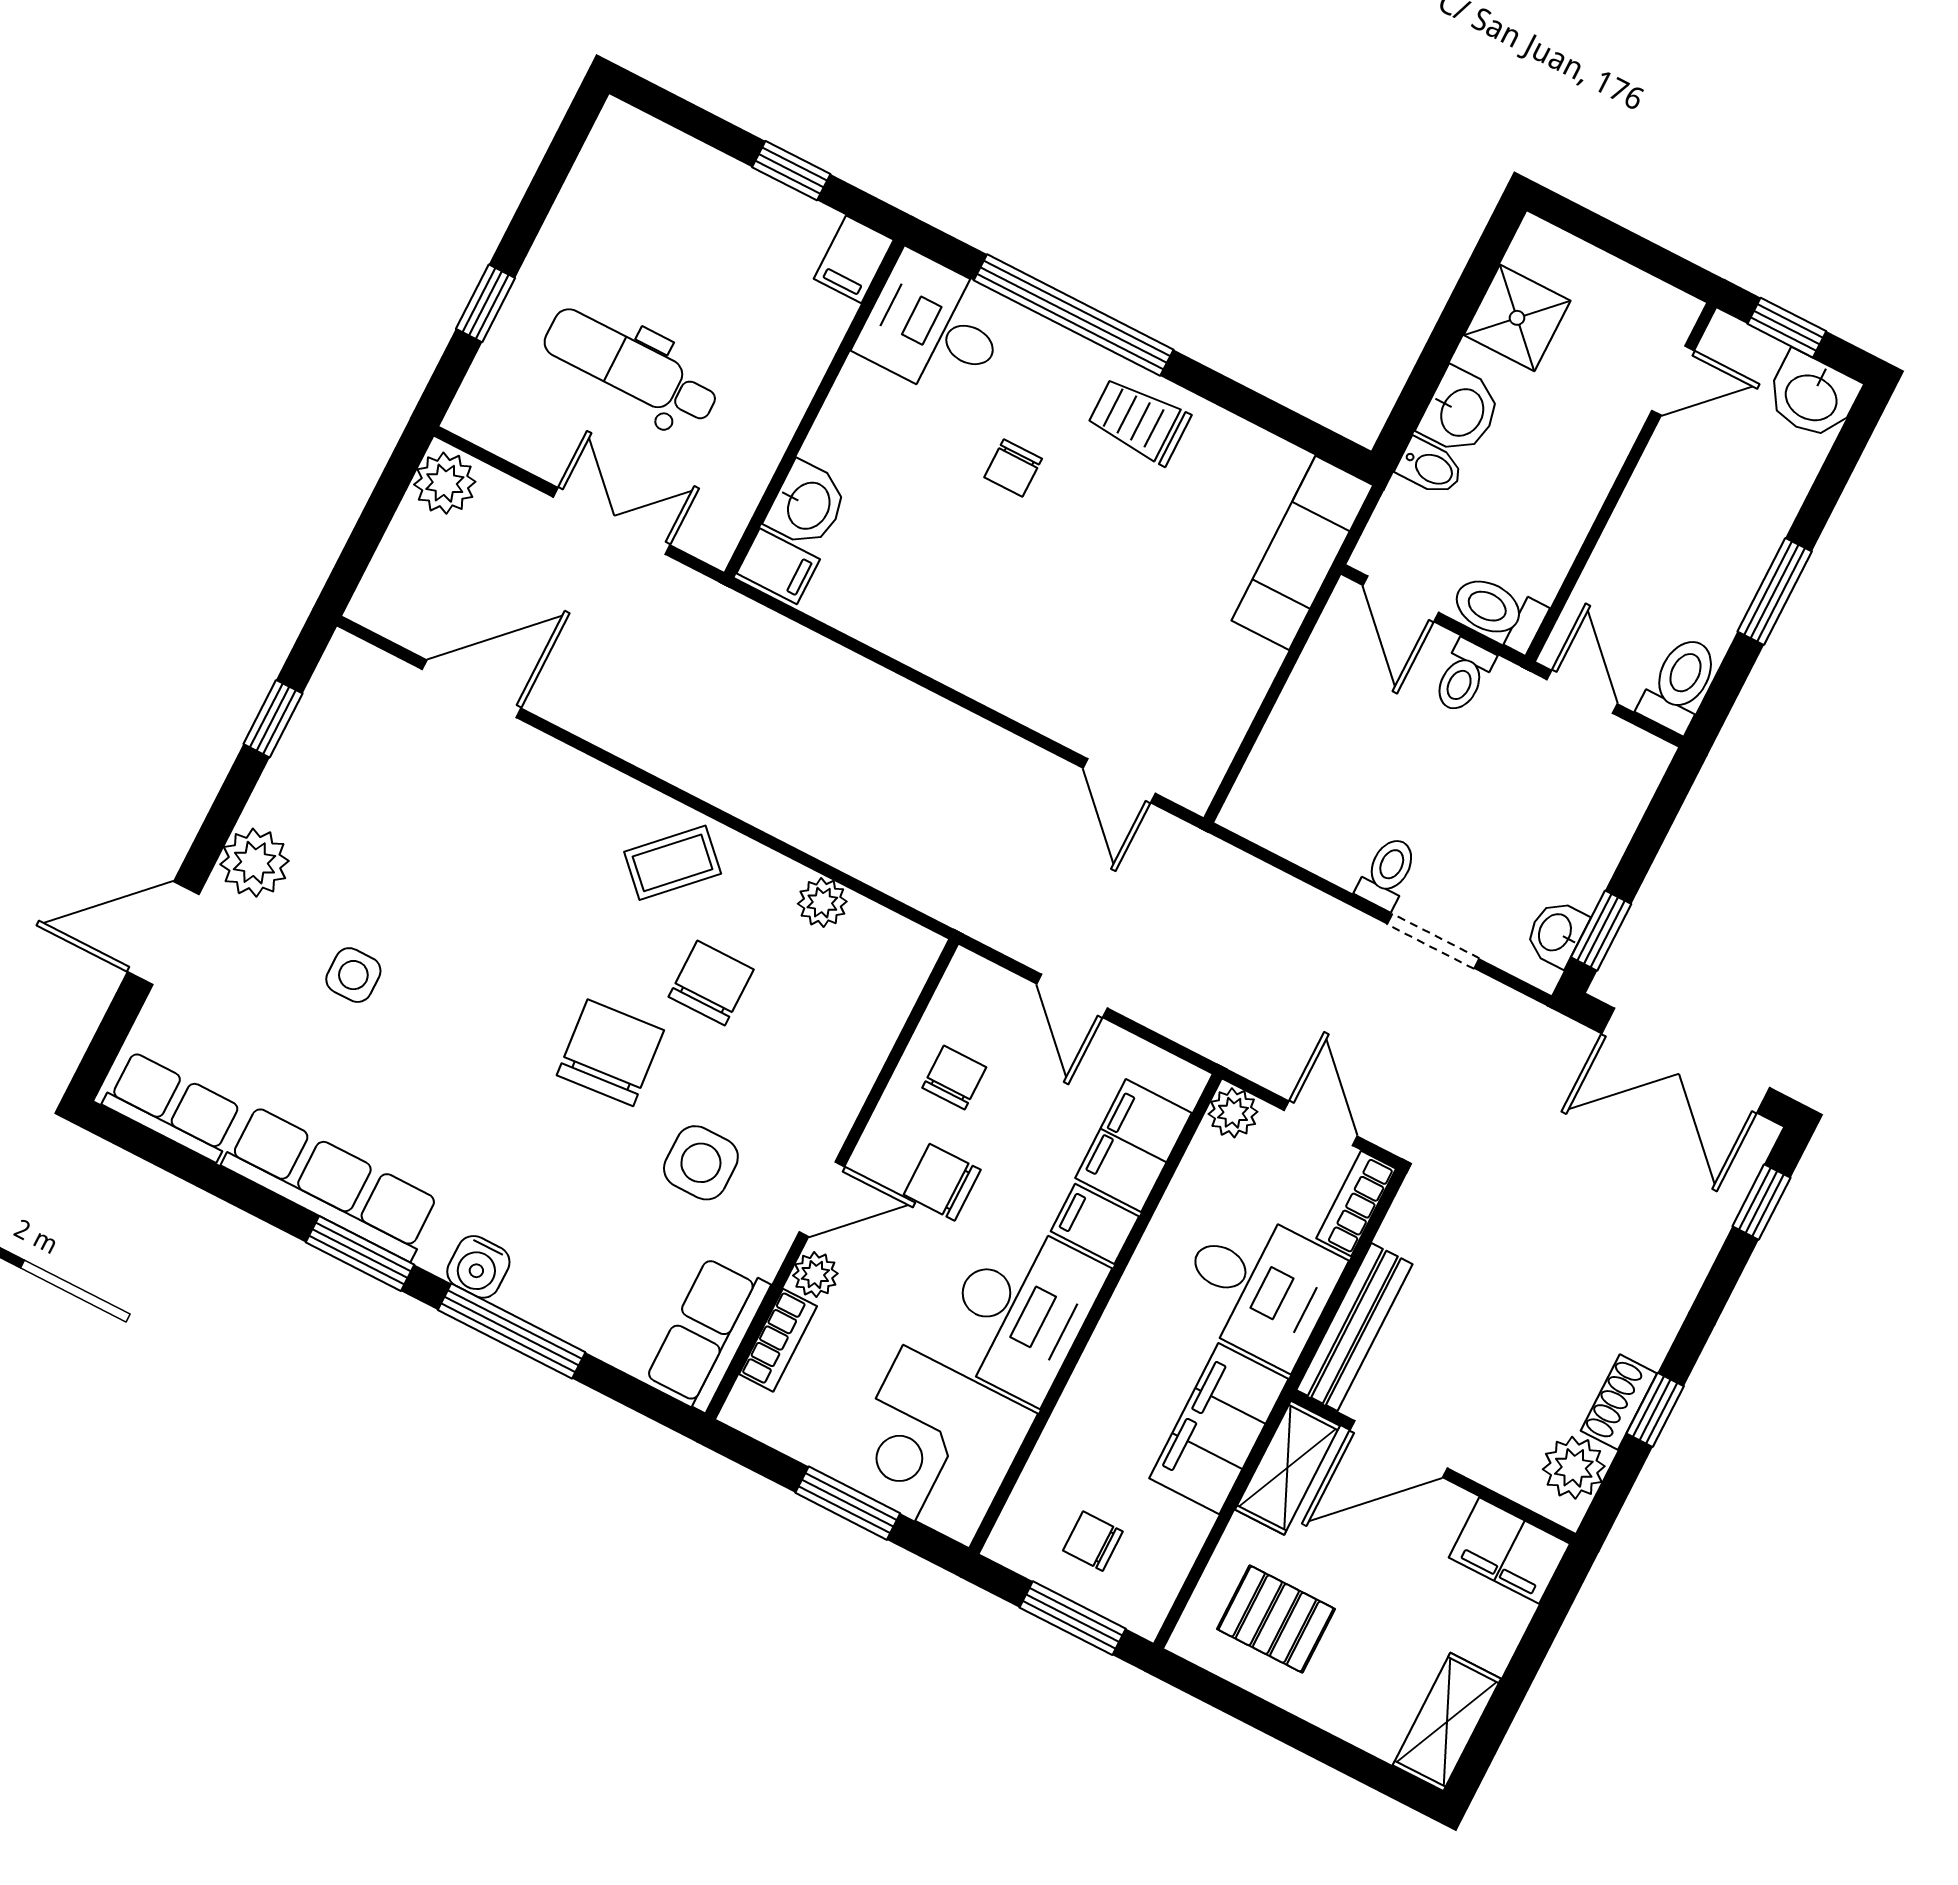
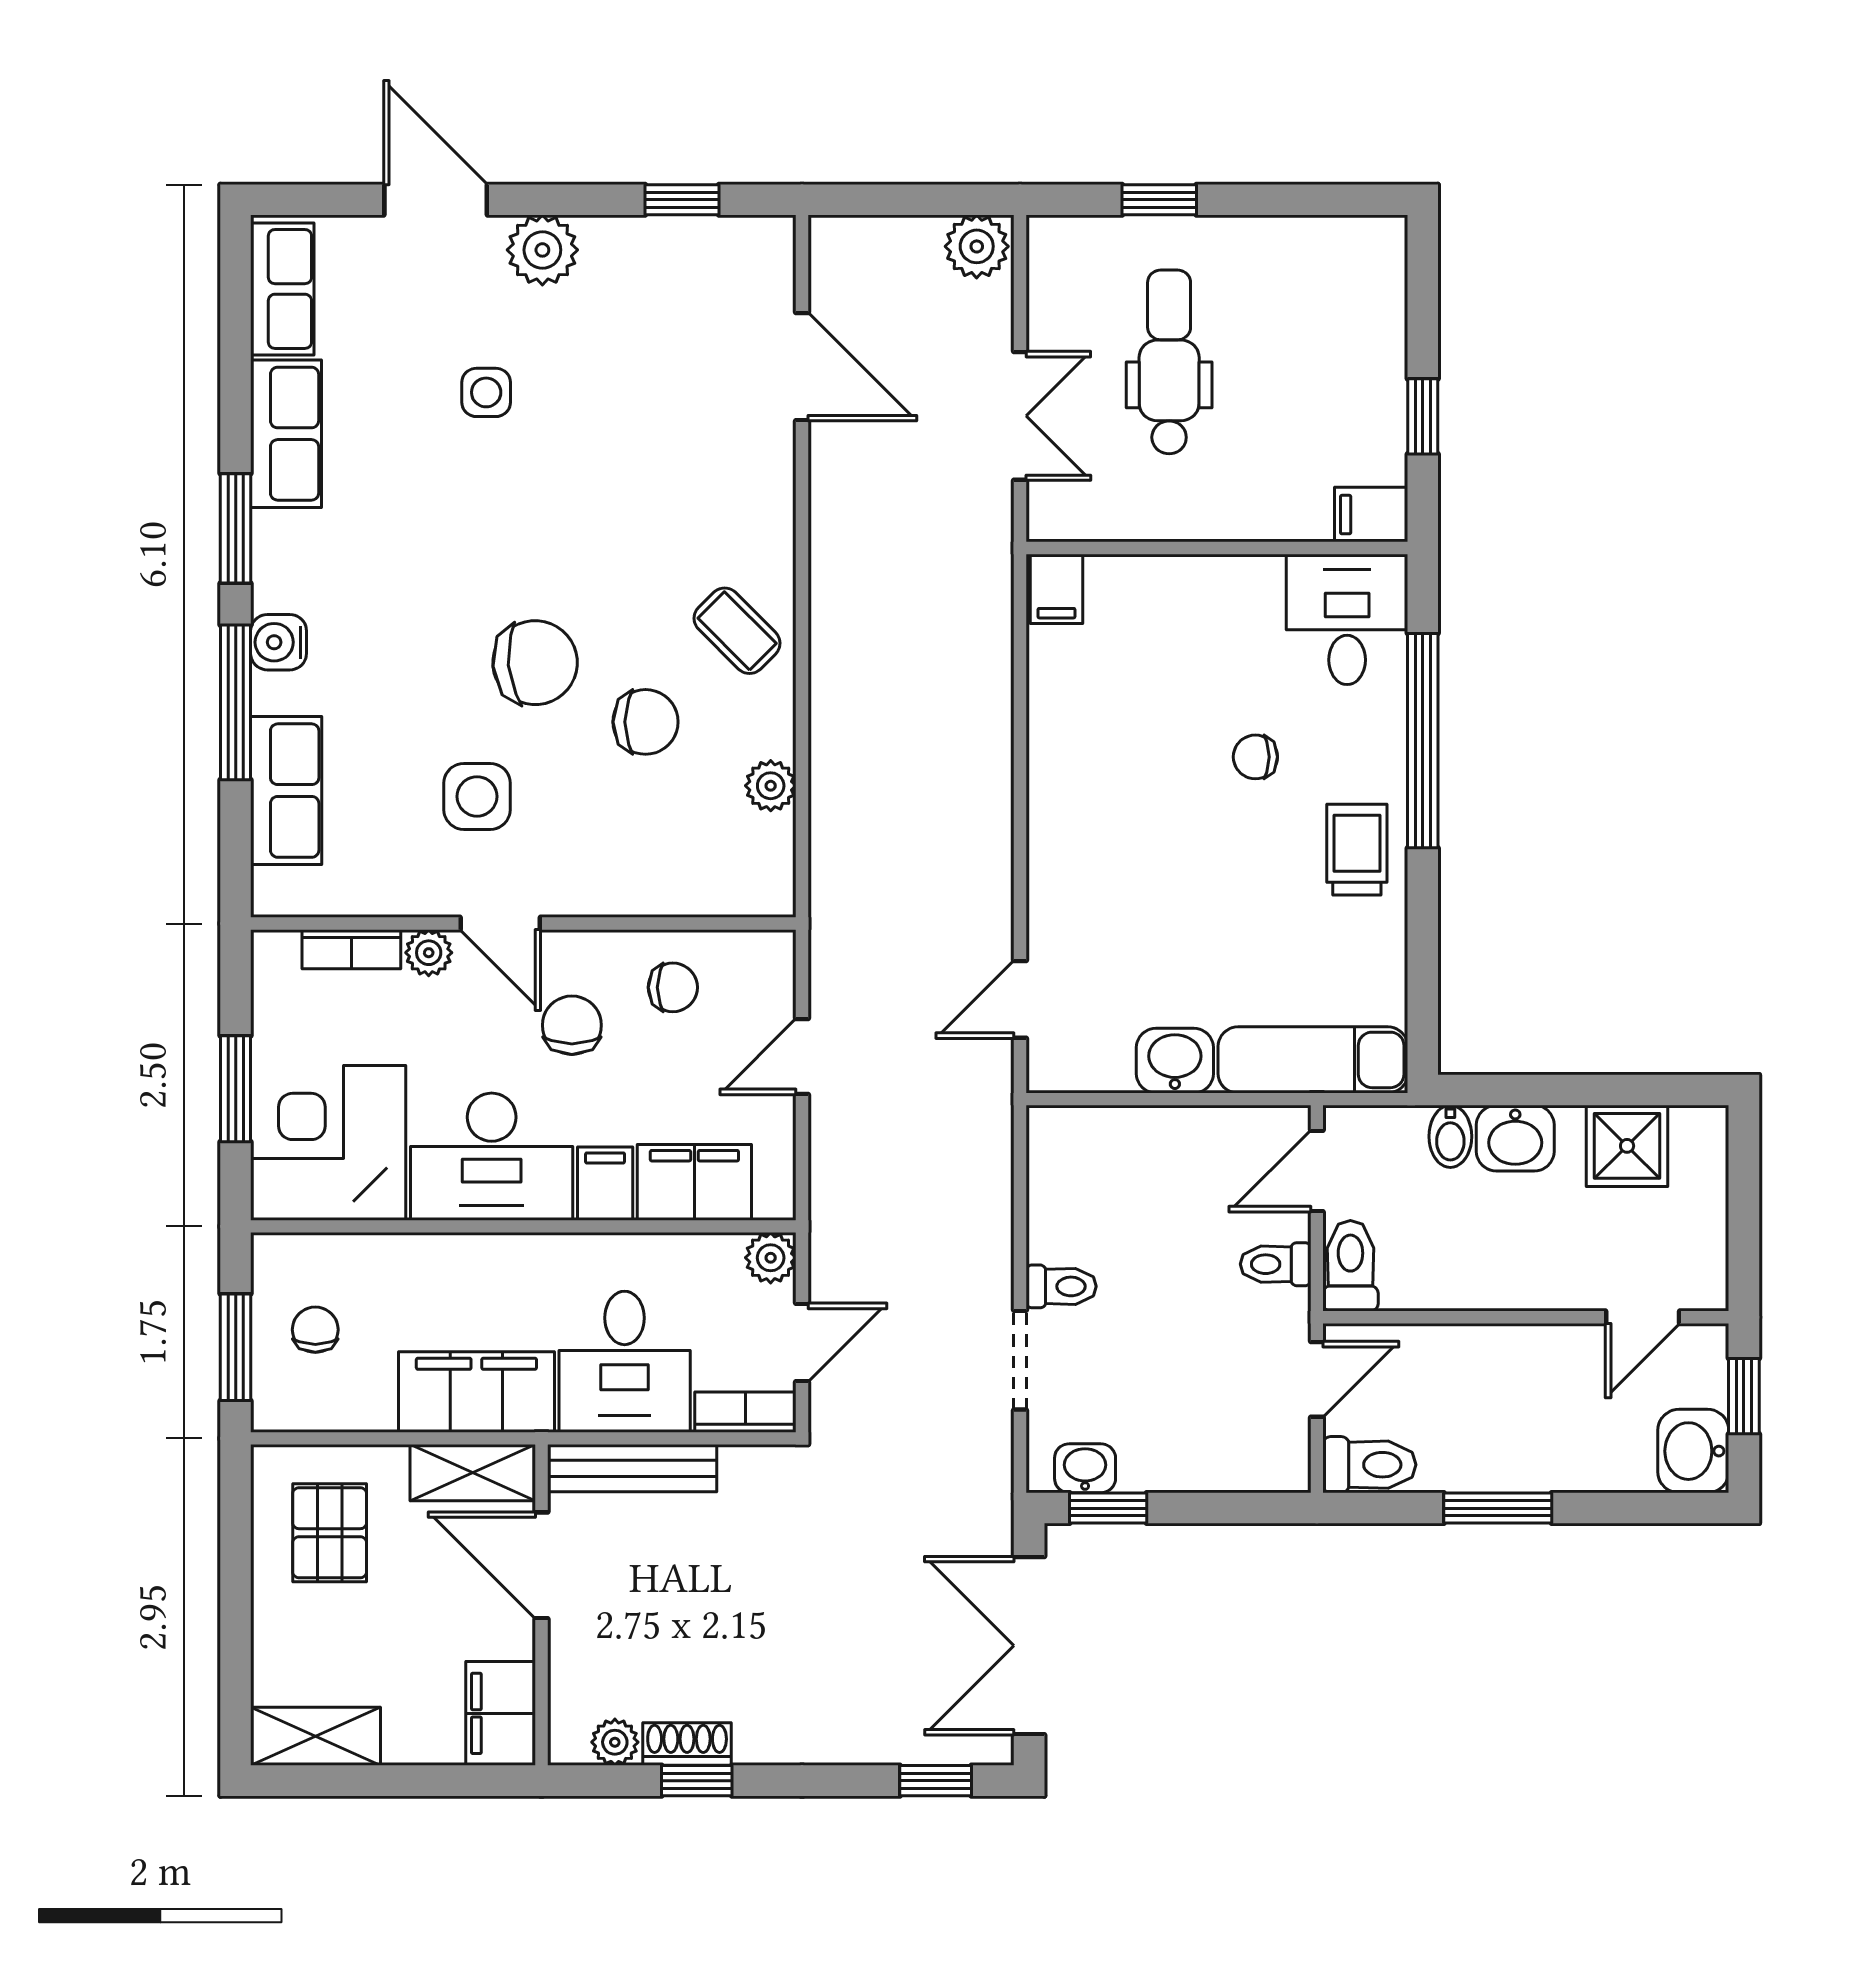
door: (1673, 381) -> (1643, 1317), hinge flipped
washbasin: (807, 505) -> (1175, 1061), moved, turned 180
row of seats: (331, 1183) -> (286, 434), width x0.68
row of seats: (708, 1333) -> (286, 791), moved, turned 90
plant: (1574, 1468) -> (615, 1742), width x0.73, depth x0.73

